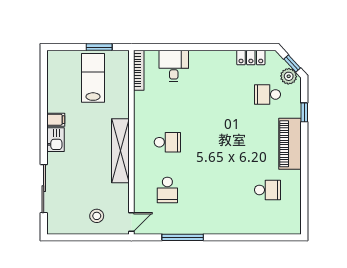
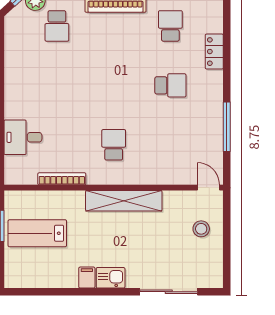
locker: (251, 58) -> (214, 52), moved, turned 180
bookcase: (139, 70) -> (62, 179), moved
school desk: (167, 190) -> (170, 85), moved

